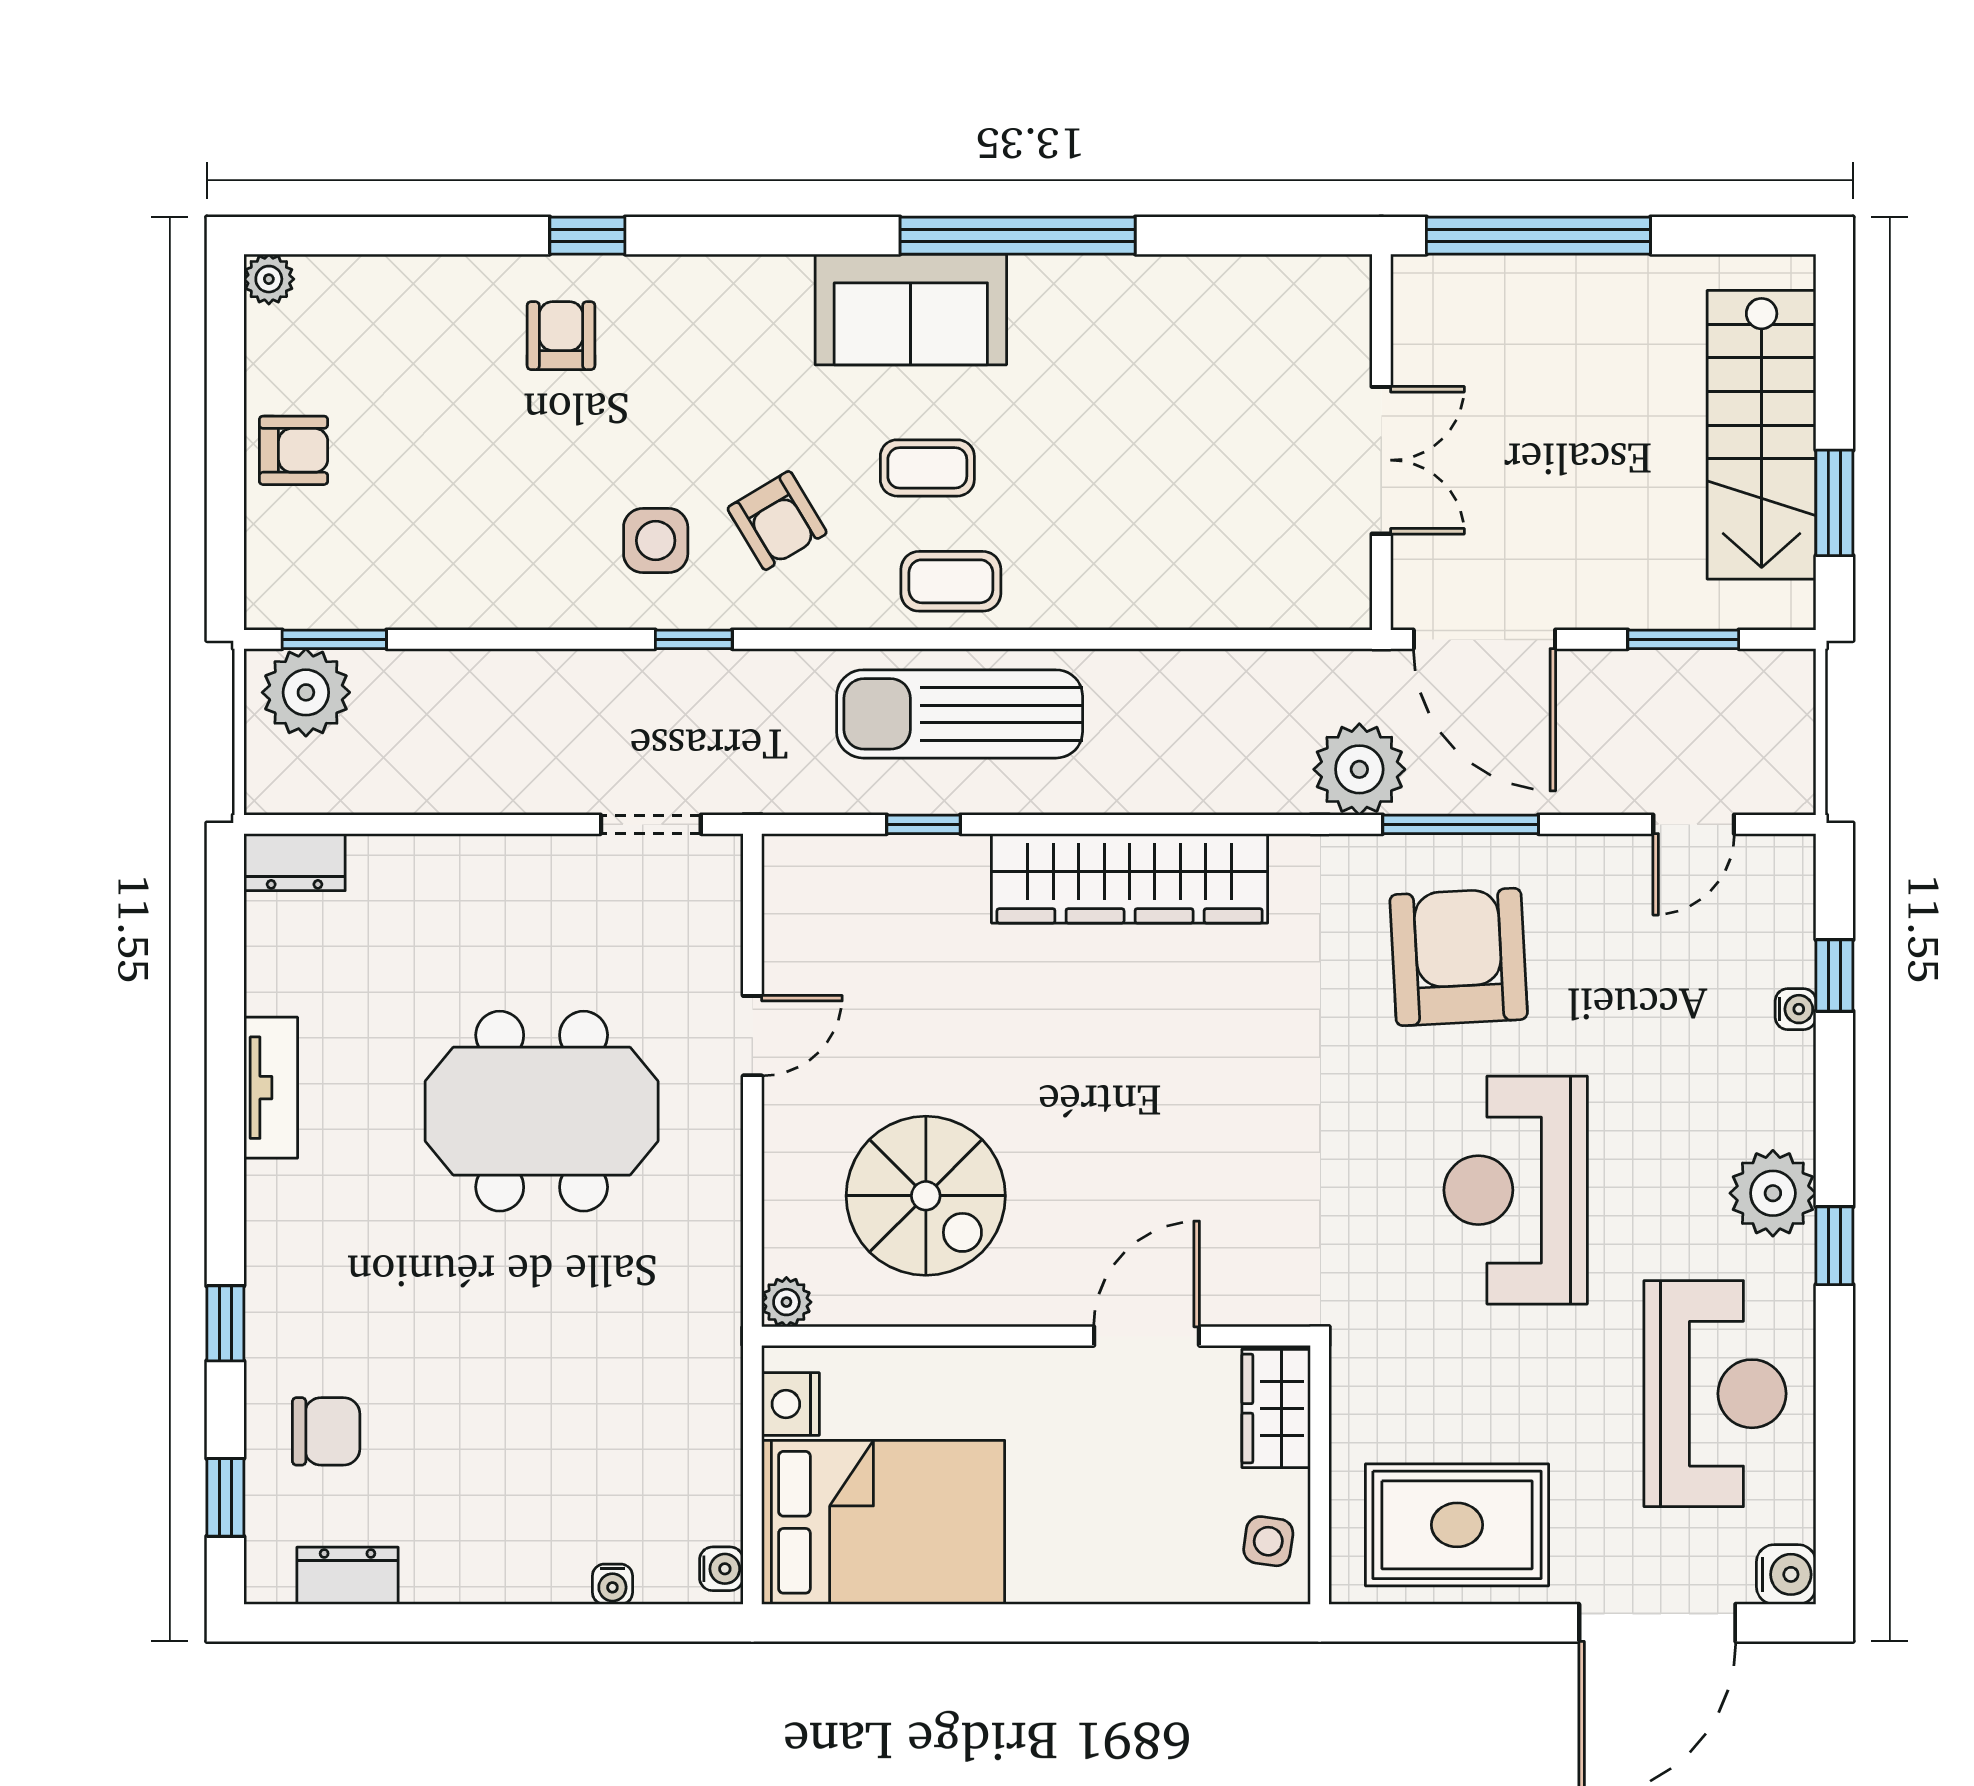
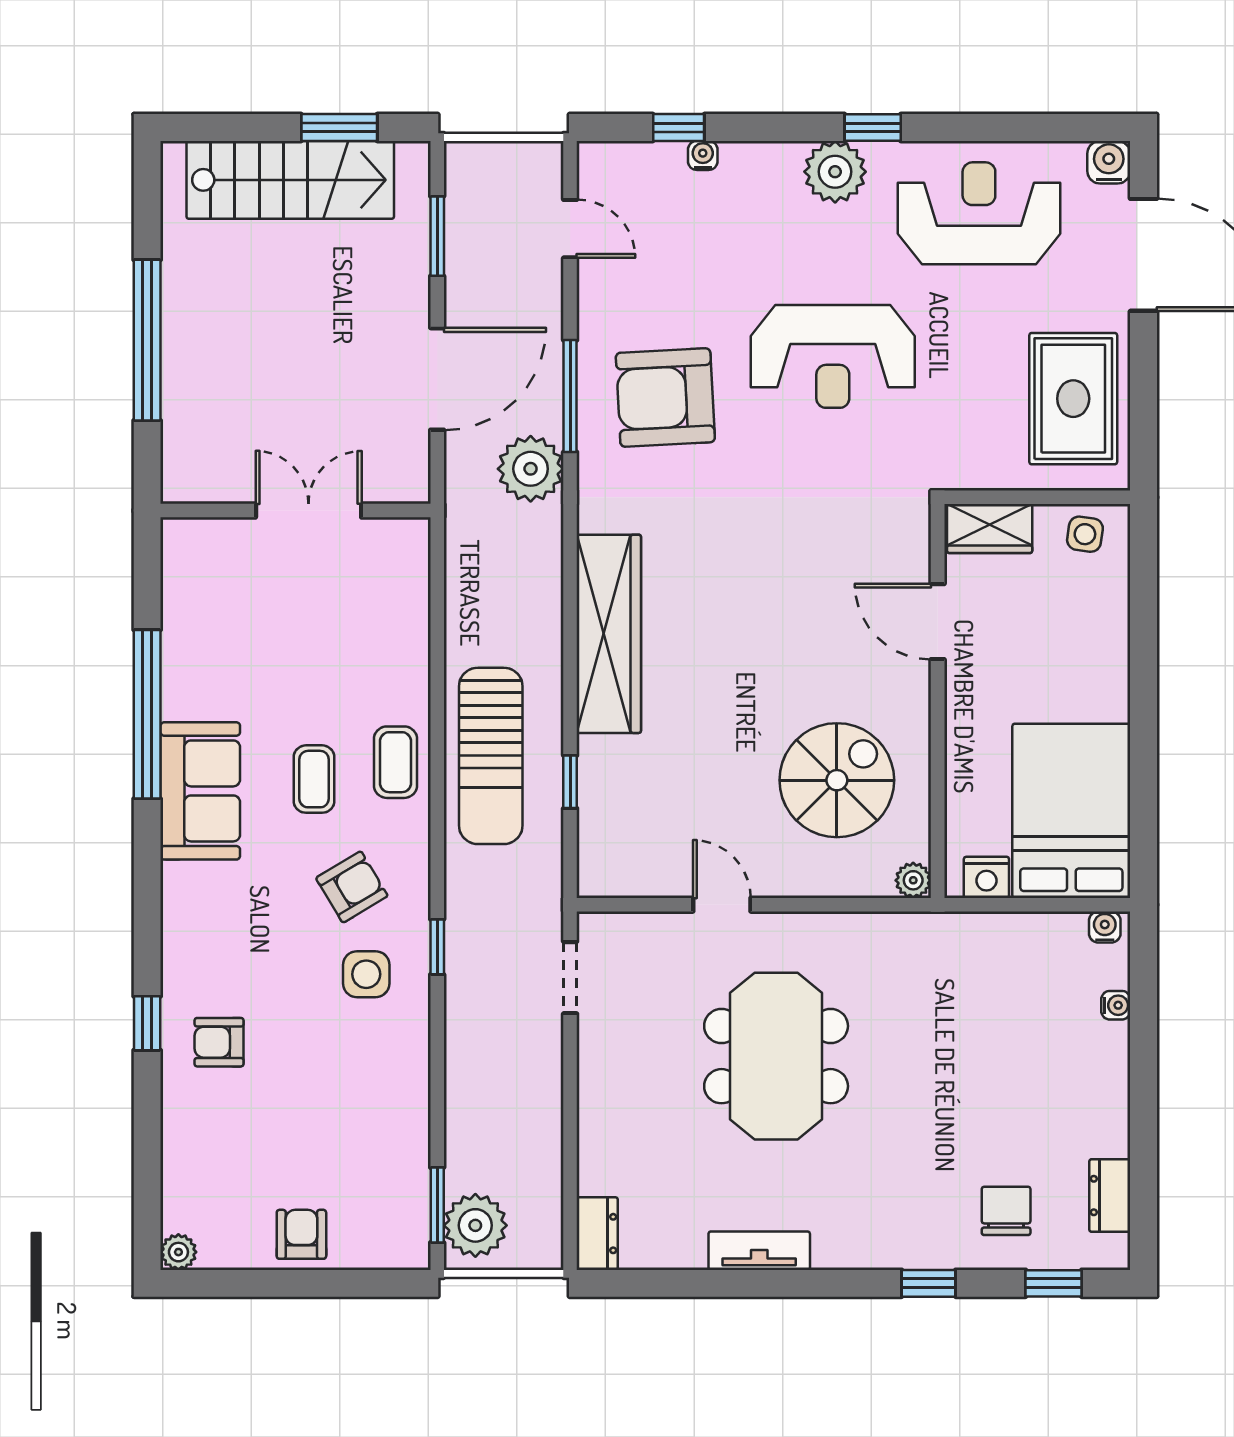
wall: (1381, 442) -> (296, 511), moved
double door: (1381, 460) -> (309, 511), moved

